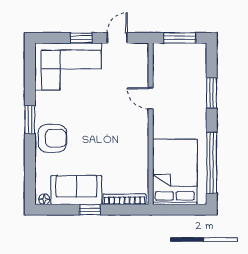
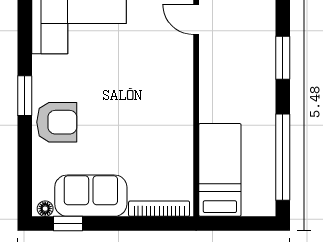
door: (151, 98) -> (196, 19), moved
bed: (175, 172) -> (220, 170), width x0.67
window: (90, 210) -> (68, 224), moved

